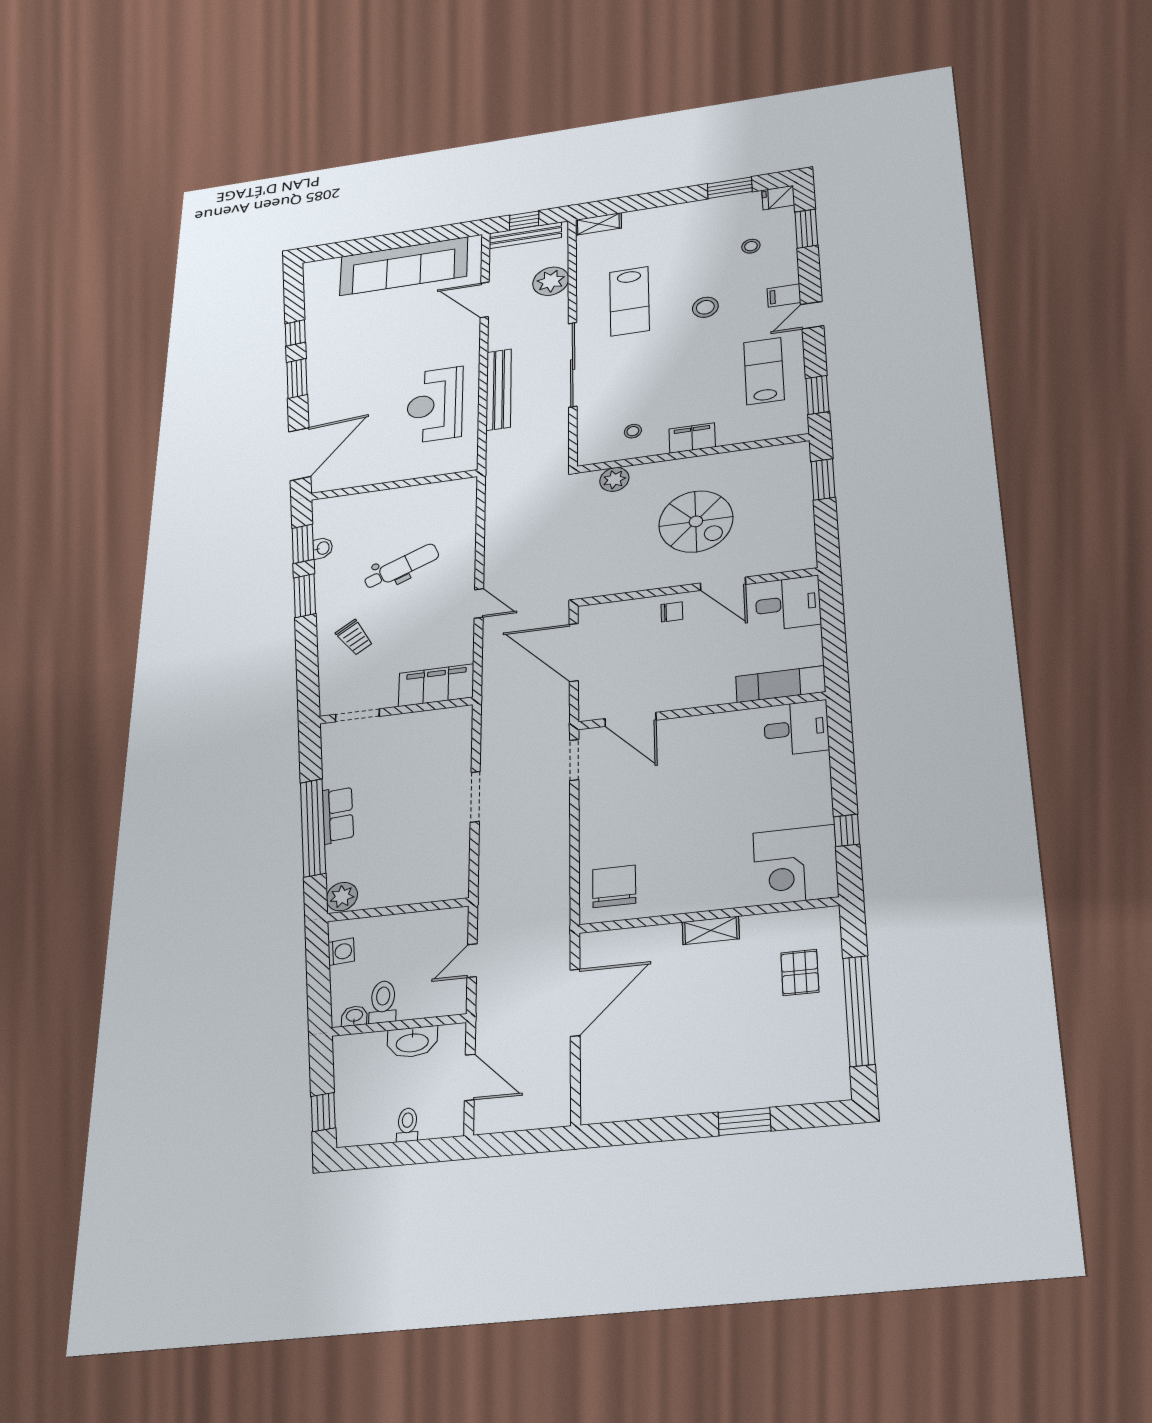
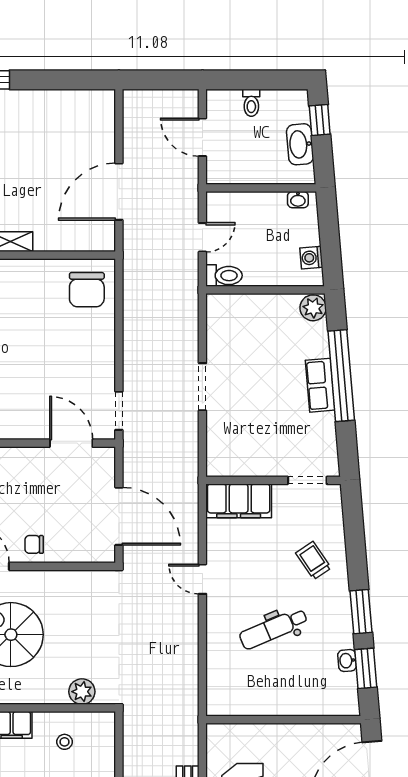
toilet: (383, 1002) -> (224, 276), moved, turned -90
washbasin: (412, 1042) -> (300, 144), moved, turned -95

